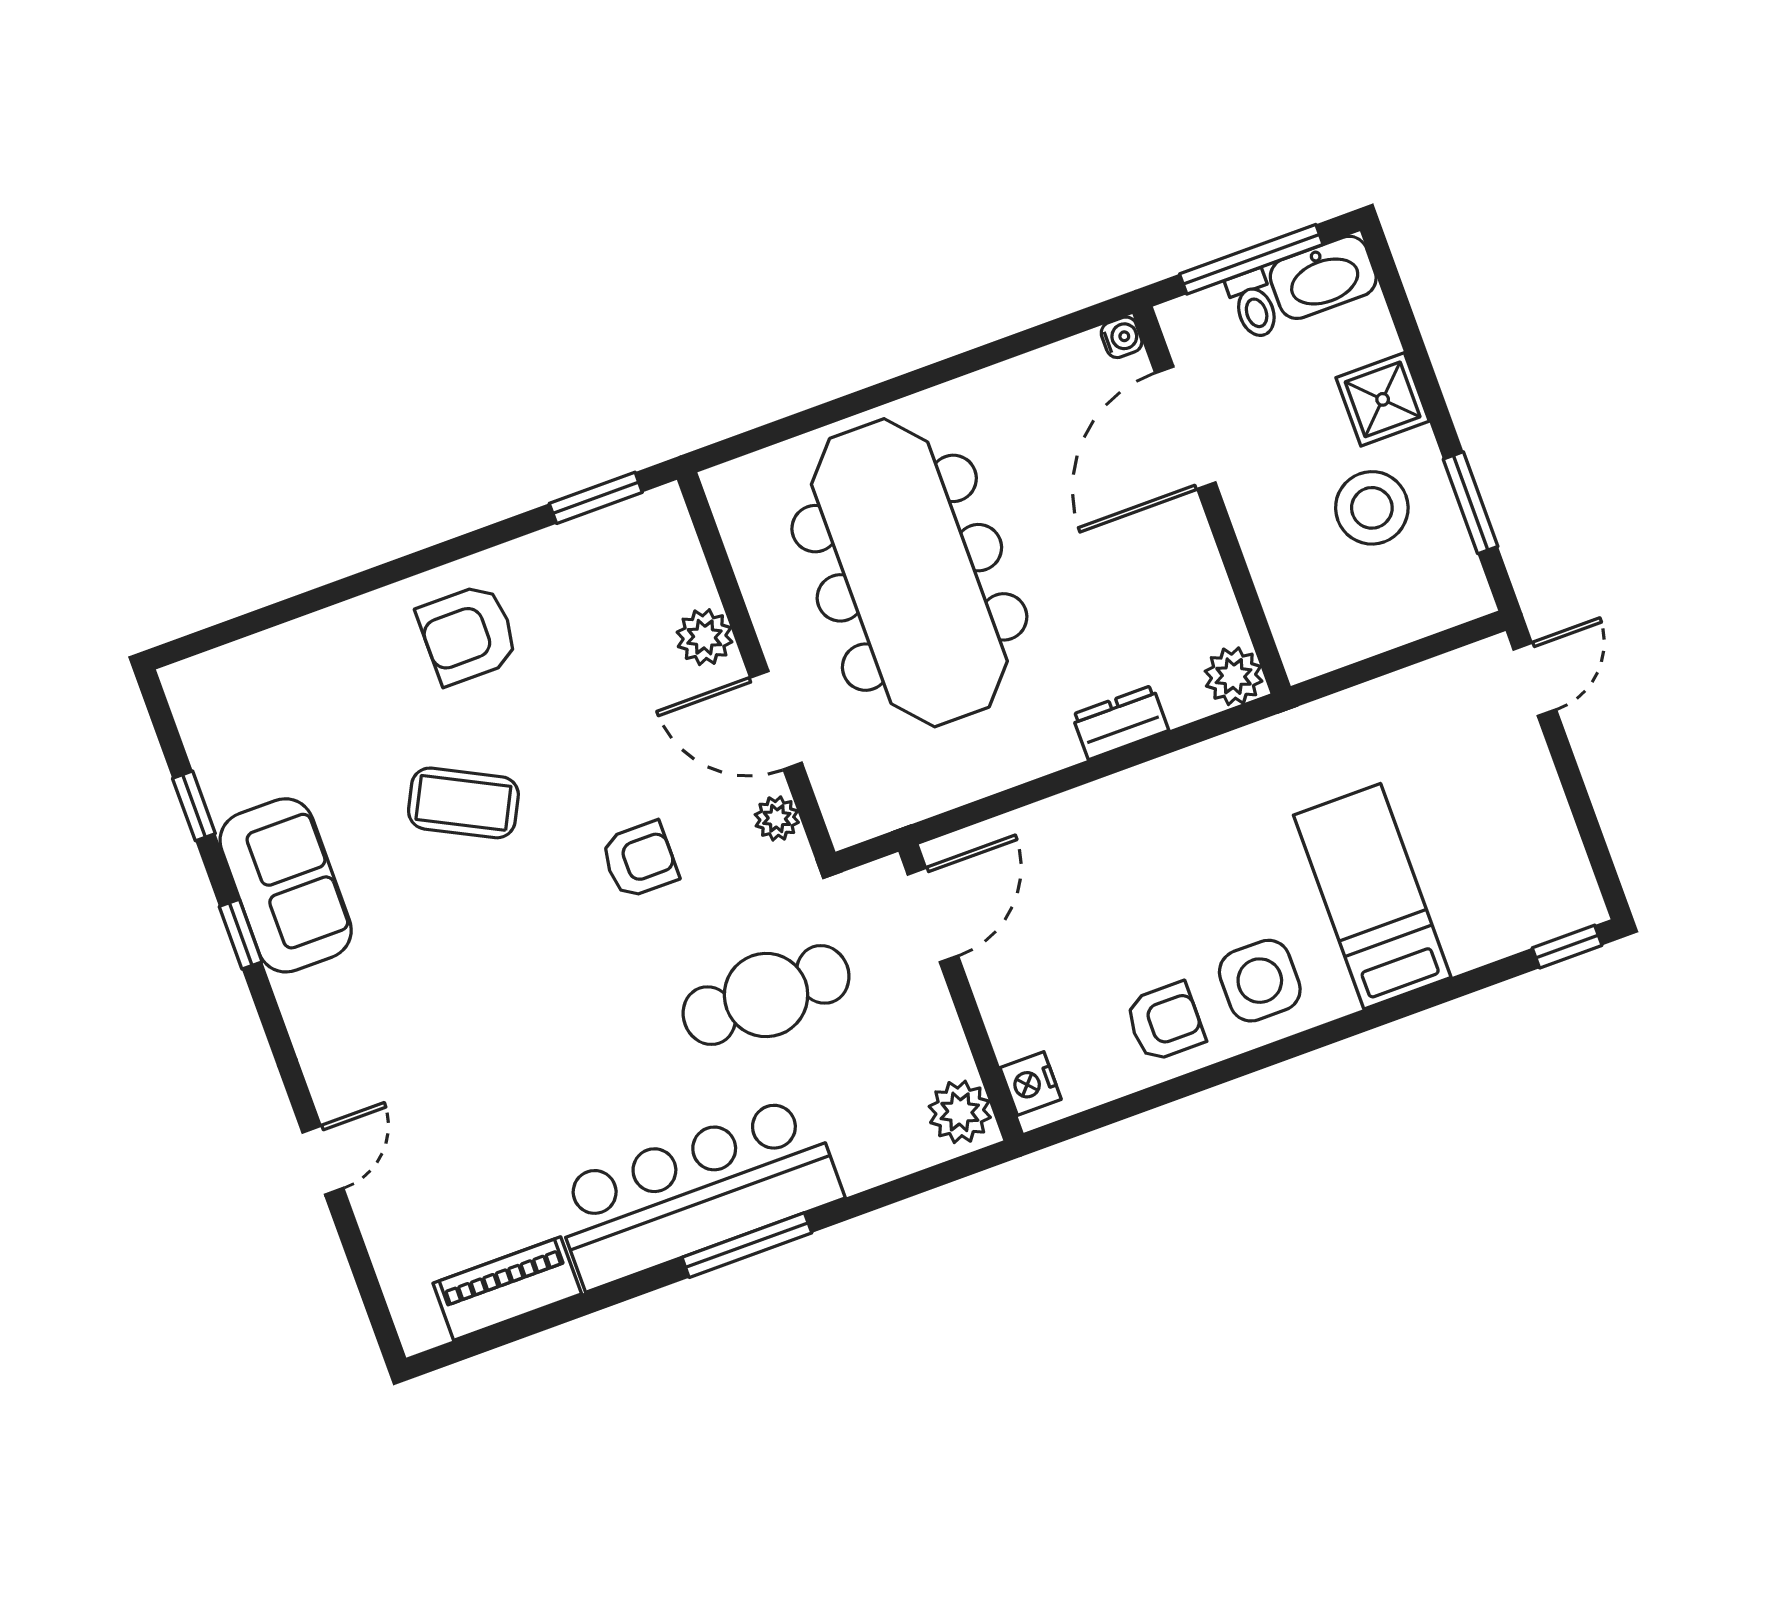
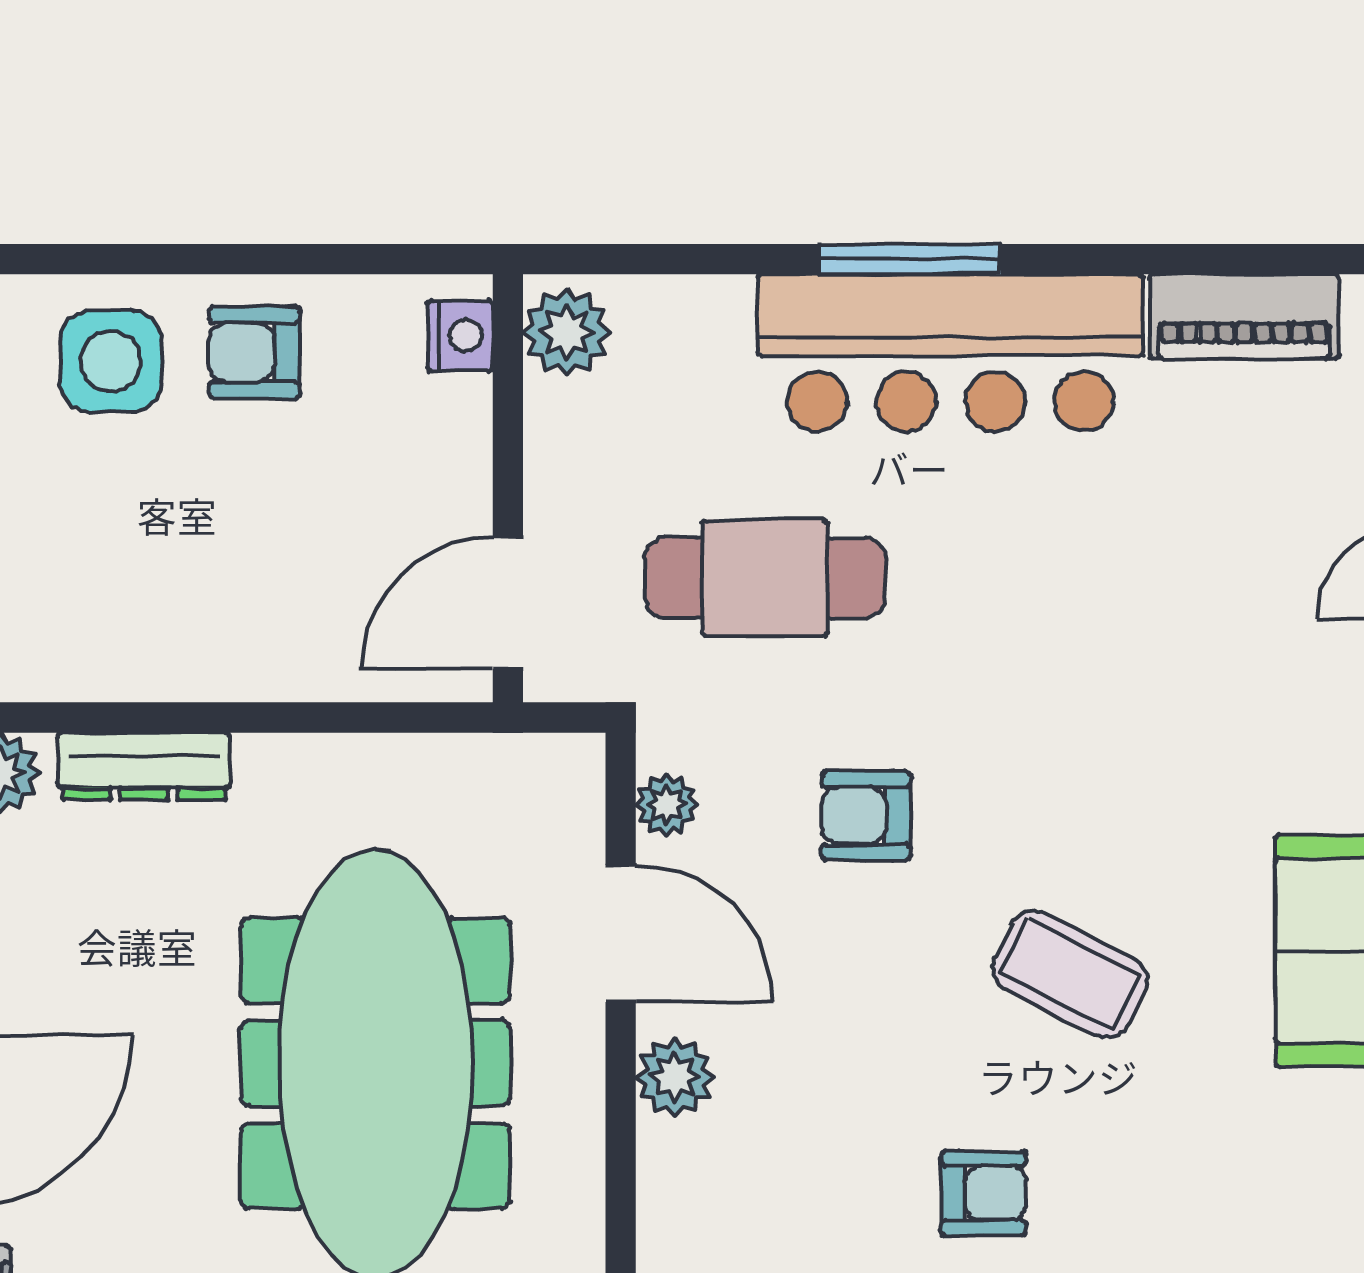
armchair: (468, 634) -> (984, 1193), width x0.72, depth x0.72
dresser: (1120, 722) -> (144, 766), width x1.44

